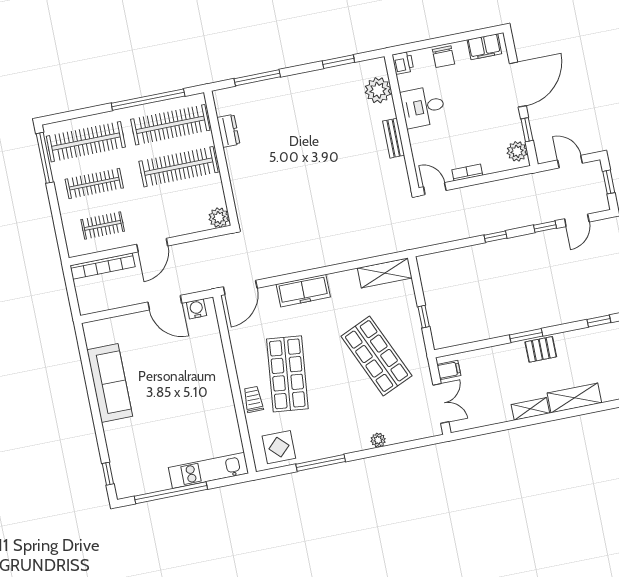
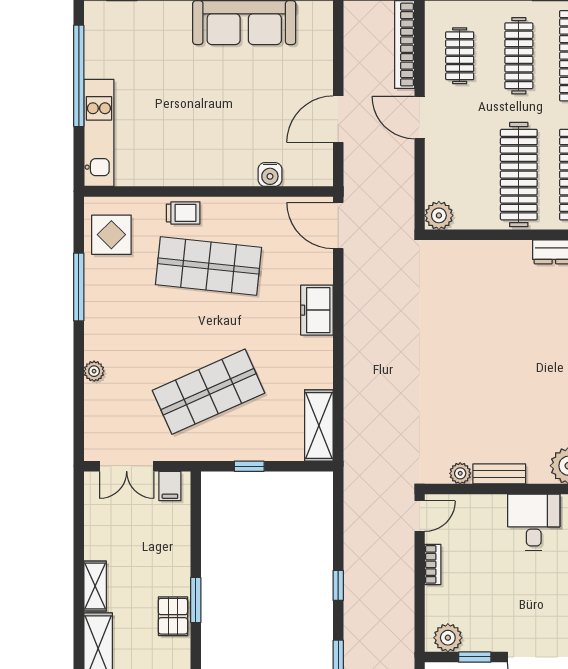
plant: (399, 166) -> (460, 473), added
freezer: (303, 291) -> (317, 310), width x0.71
water cooler: (196, 309) -> (270, 174), moved, turned 90

